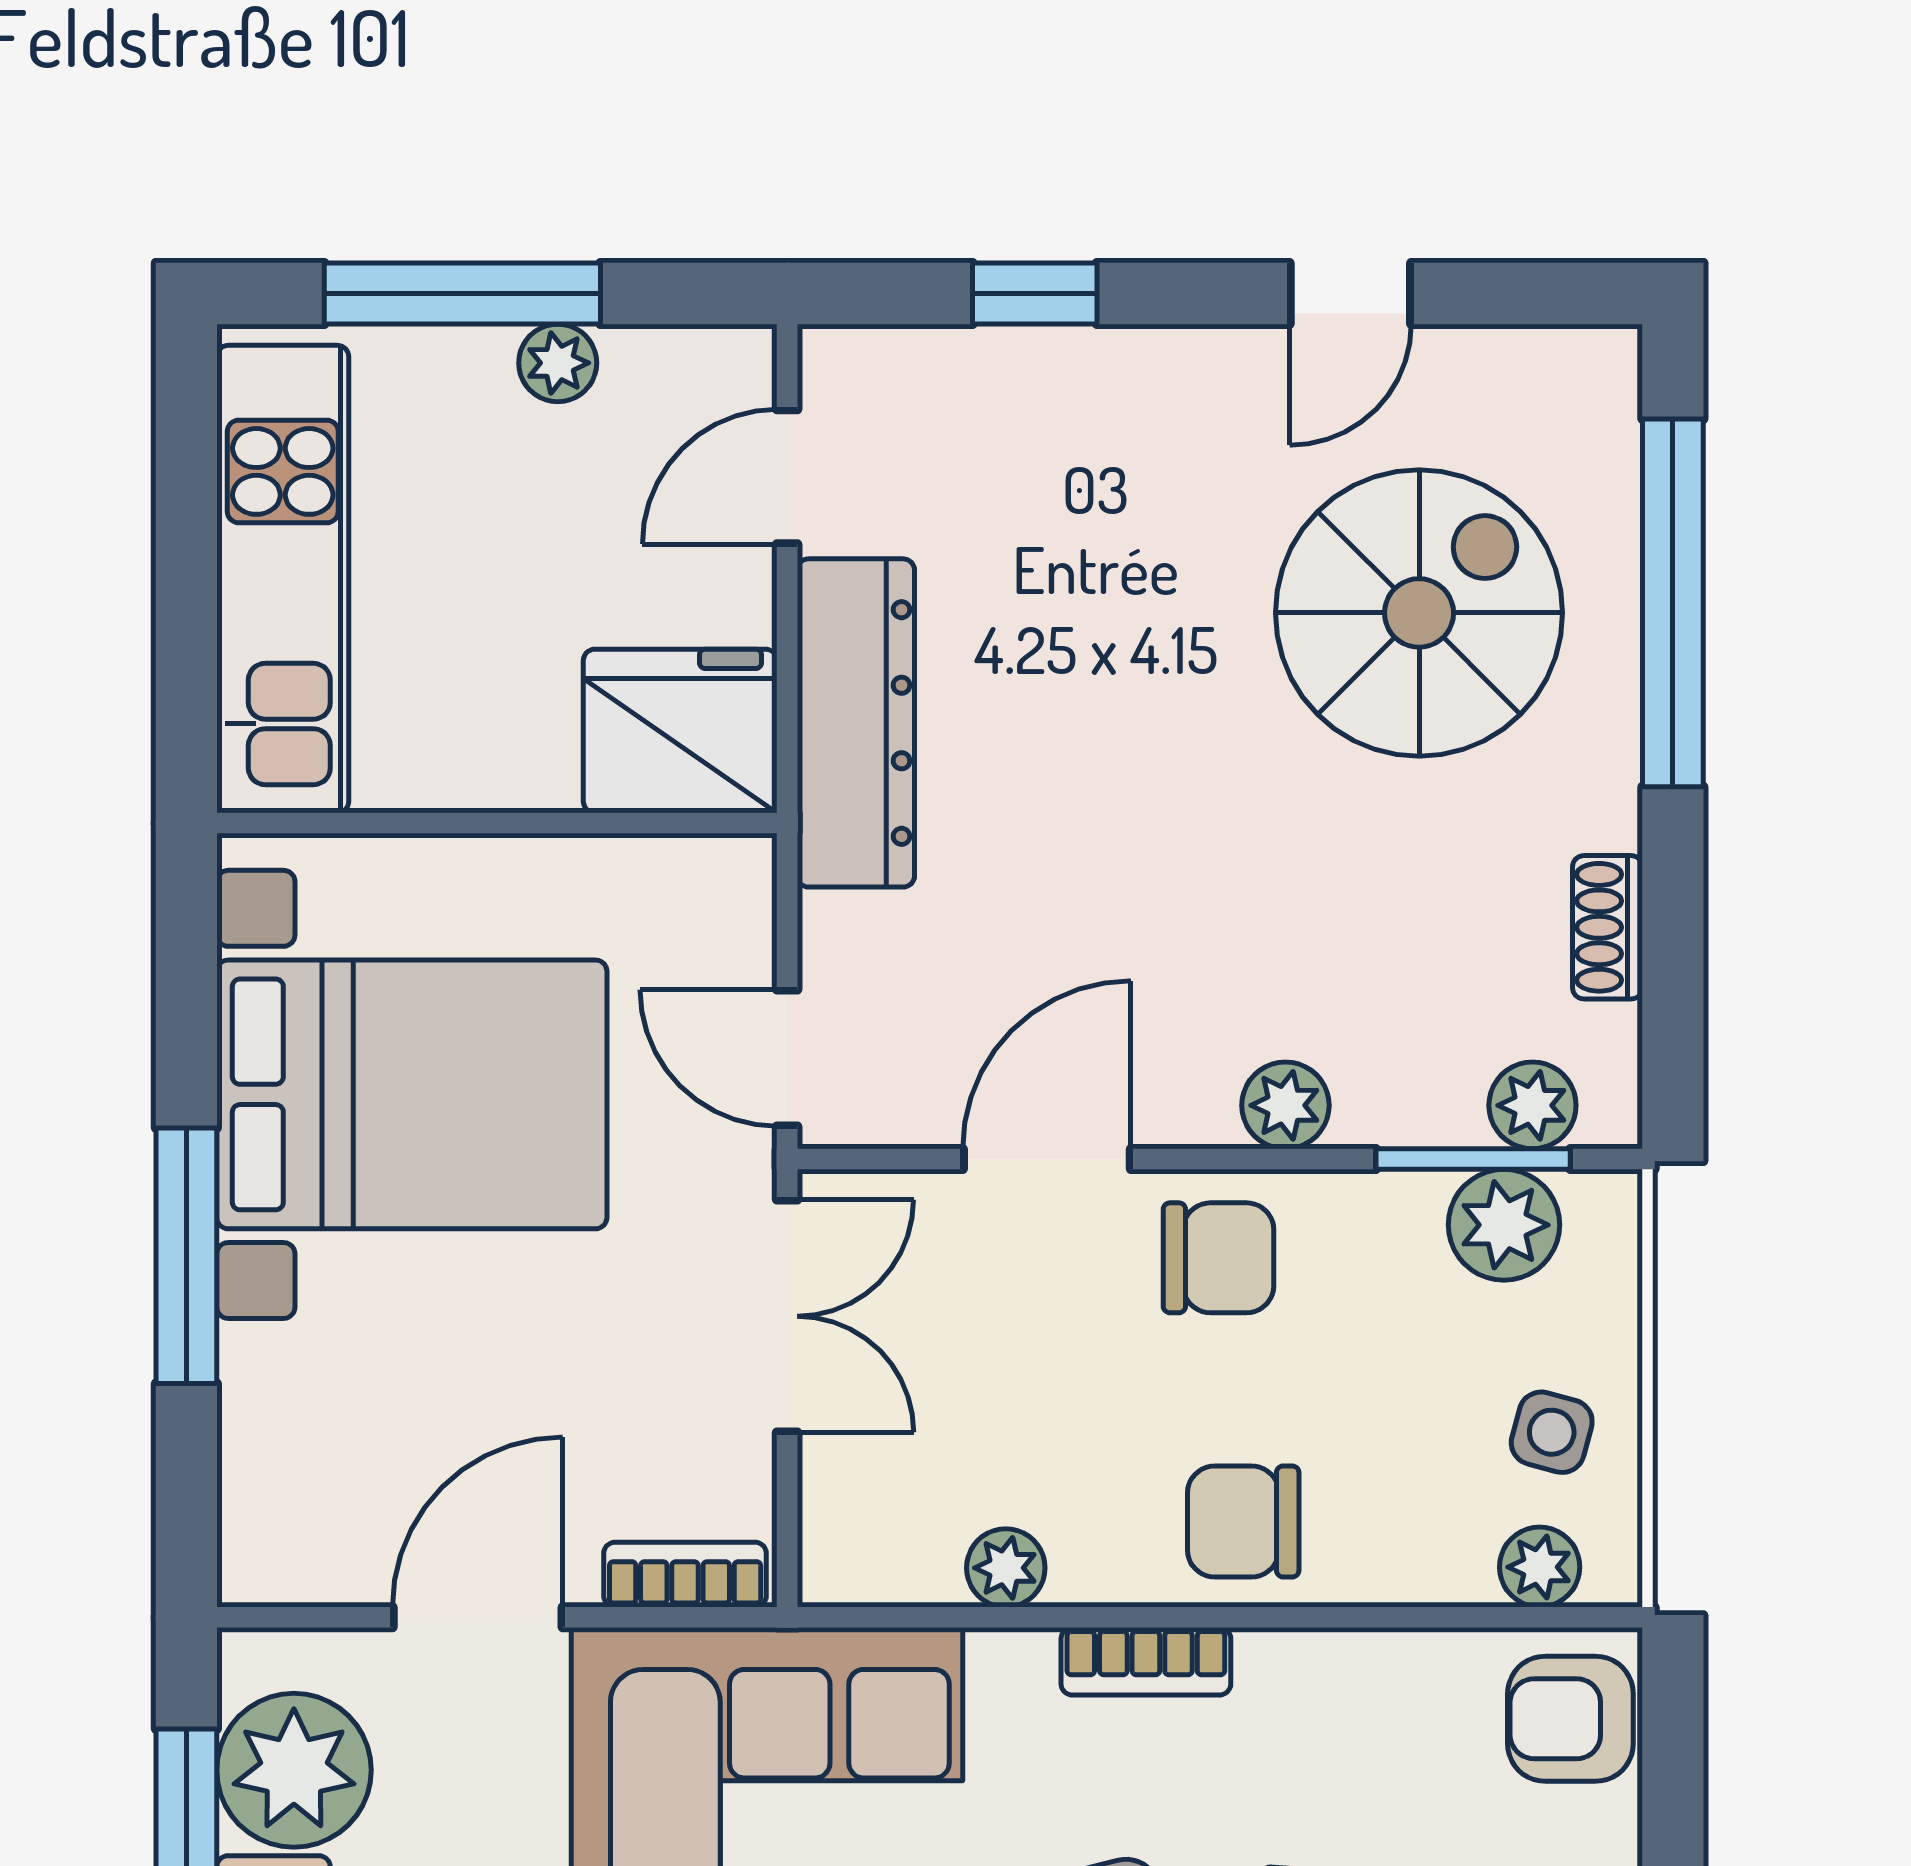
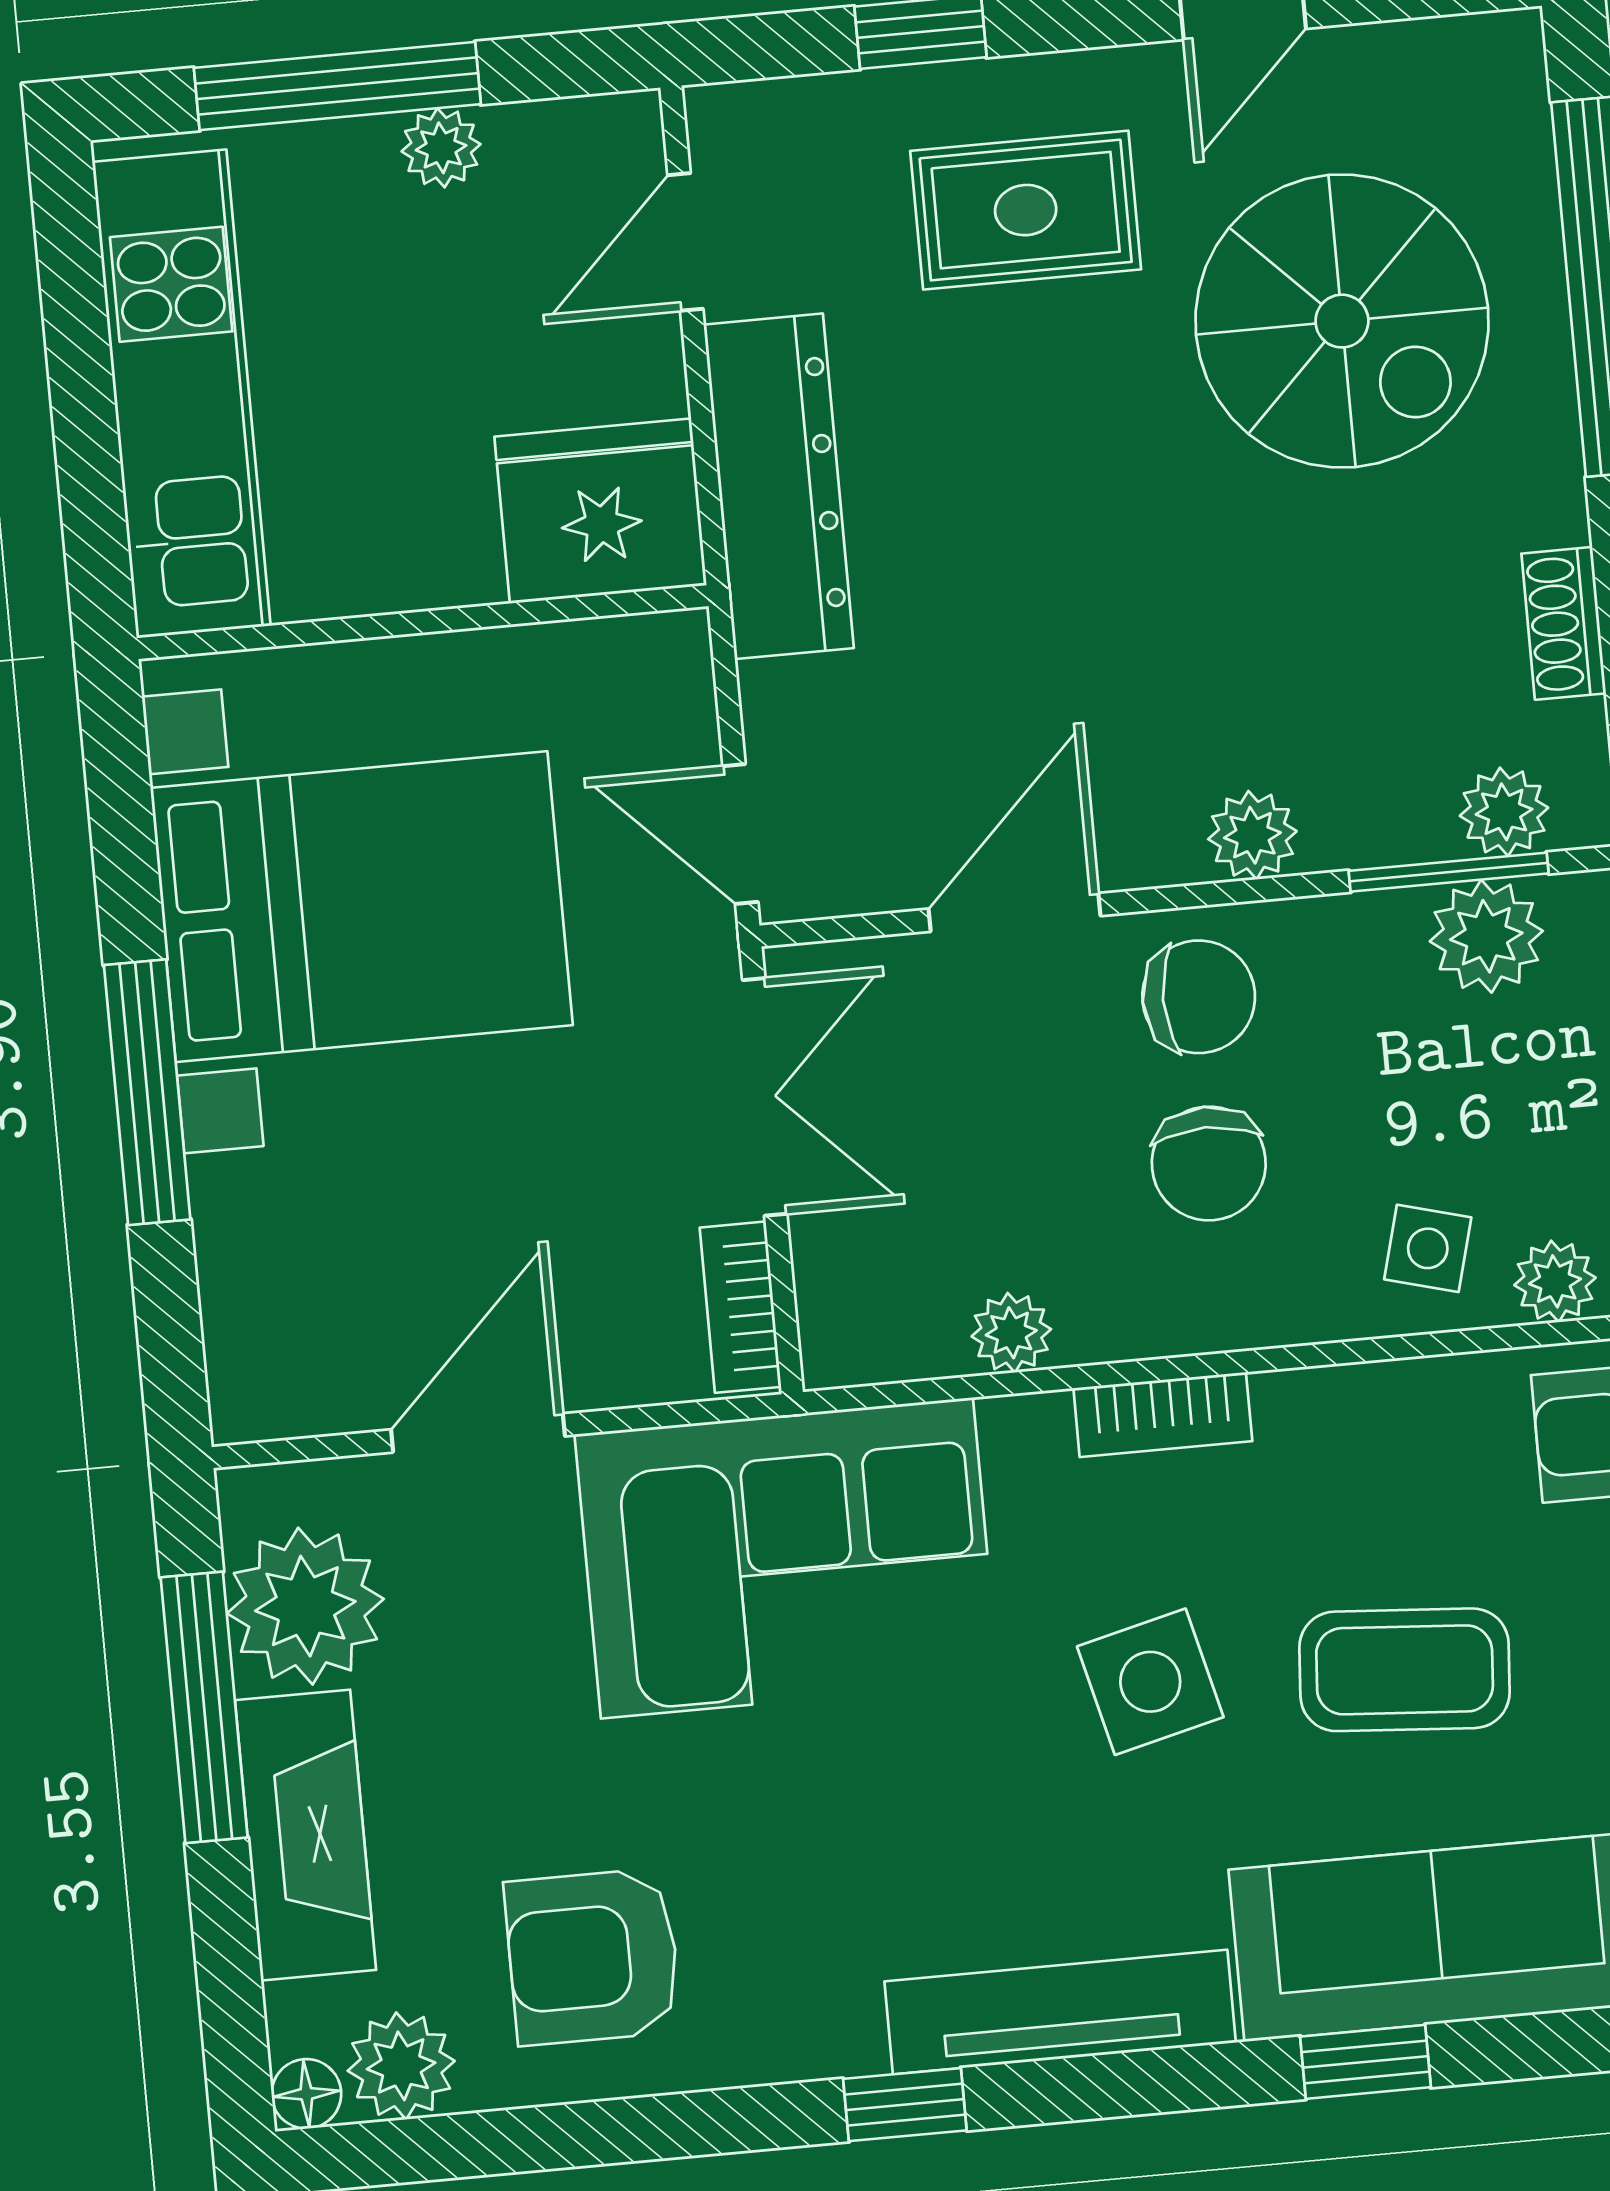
rug: (1121, 476) -> (1026, 210), added
spiral stairs: (1419, 613) -> (1342, 321), turned 90
side table: (1552, 1432) -> (1428, 1248), moved
chair: (1243, 1521) -> (1209, 1163), moved, turned -90
bookcase: (685, 1575) -> (740, 1307), moved, turned -90

